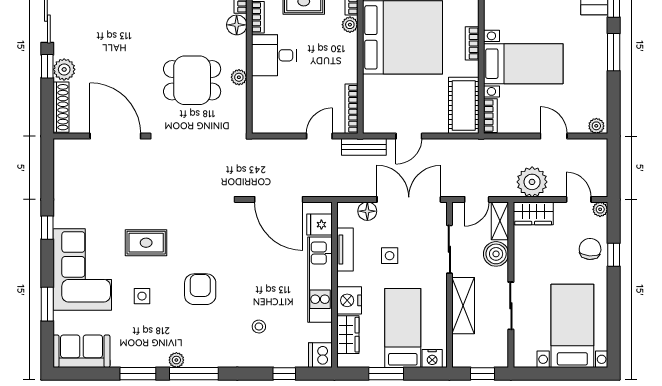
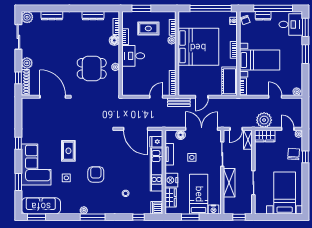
window: (47, 66) -> (18, 78), moved
rug: (146, 243) -> (68, 151), turned 90
boiler: (496, 254) -> (246, 157), removed
sofa: (82, 351) -> (41, 206), width x1.36
window: (138, 374) -> (37, 217), moved

